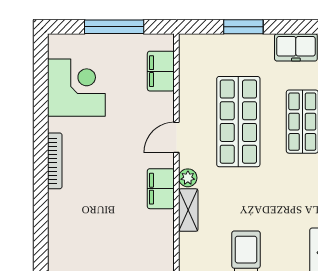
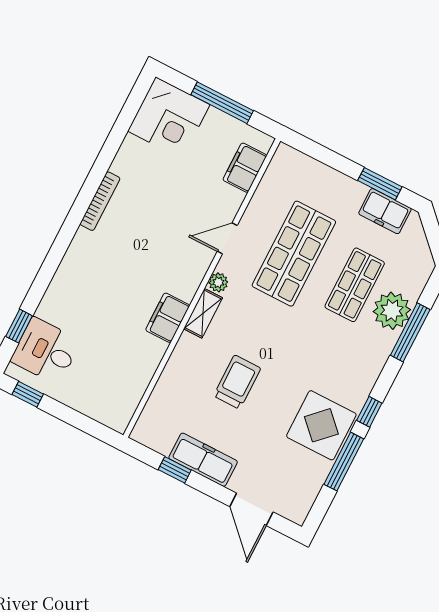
window: (243, 27) -> (380, 184), moved
corner desk: (76, 88) -> (169, 118), moved, turned 90
filing cabinet: (161, 189) -> (168, 318), moved

